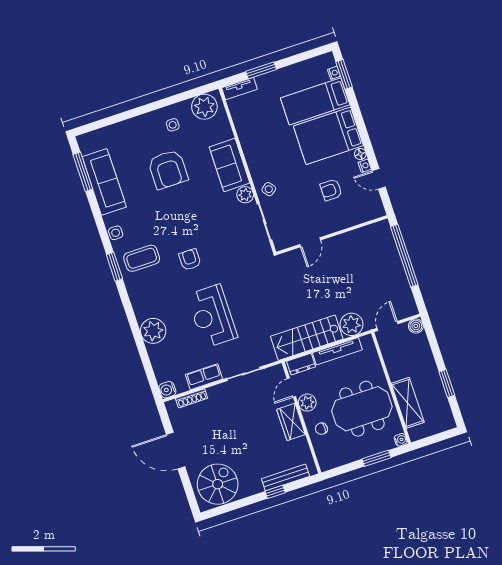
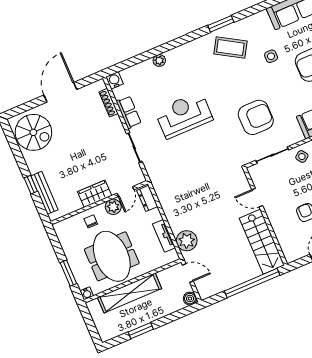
plant: (245, 195) -> (295, 136), removed
side table: (116, 233) -> (271, 56), moved
coffee table: (142, 258) -> (230, 48), turned -59
armchair: (190, 260) -> (256, 117), moved, width x1.88, depth x1.88
plant: (153, 331) -> (159, 60), width x0.53, depth x0.53
stairs: (307, 338) -> (262, 242), moved, turned 180
tv unit: (337, 351) -> (164, 236), width x0.71
door: (291, 388) -> (126, 191), swing flipped
shelving: (408, 403) -> (130, 293), width x1.47

